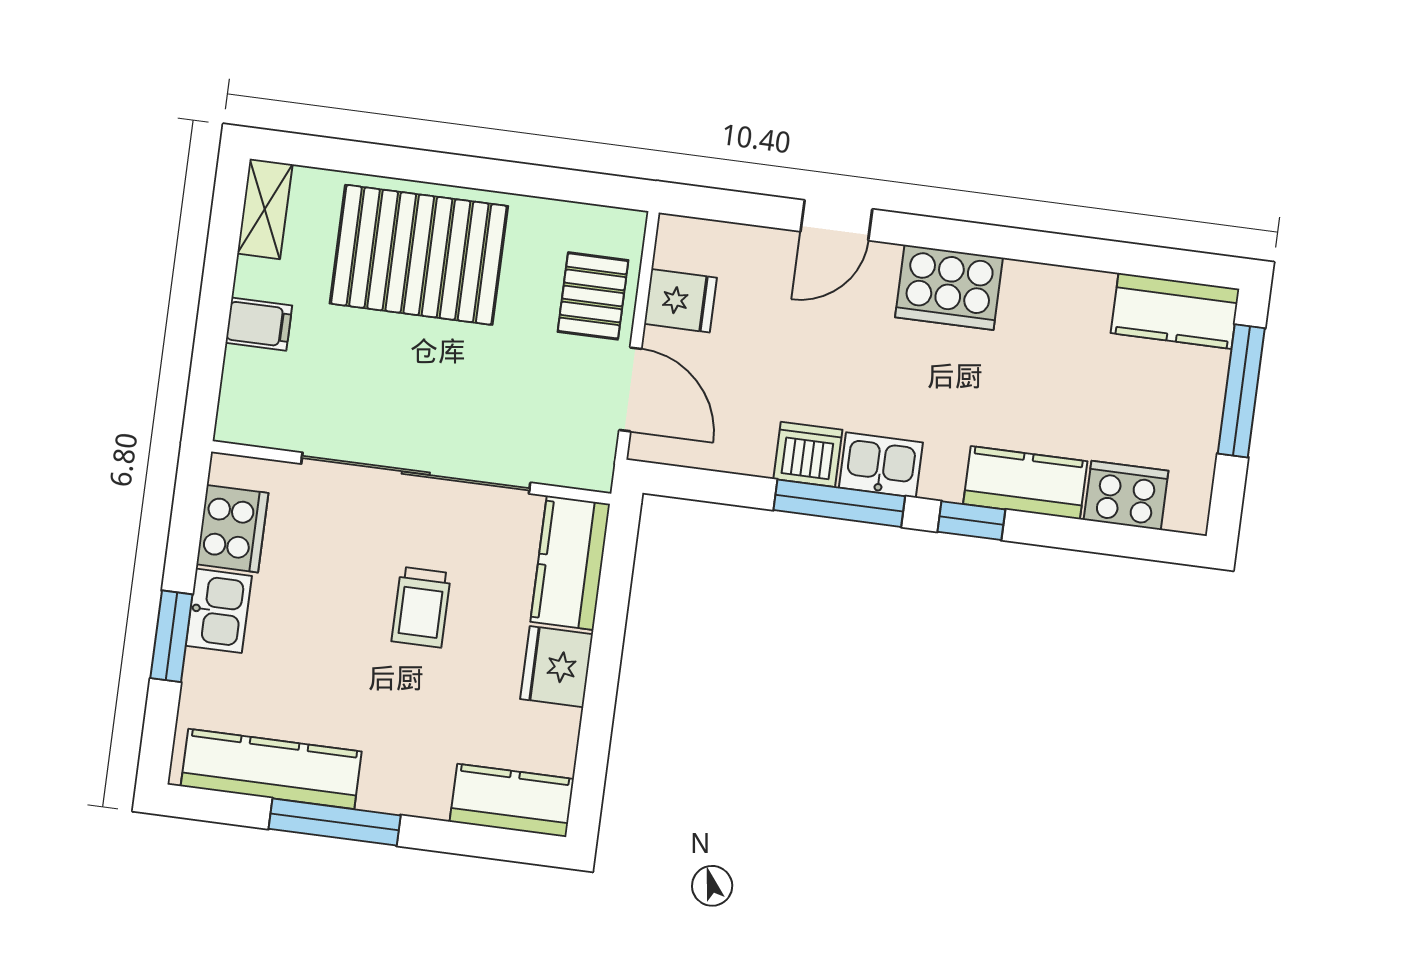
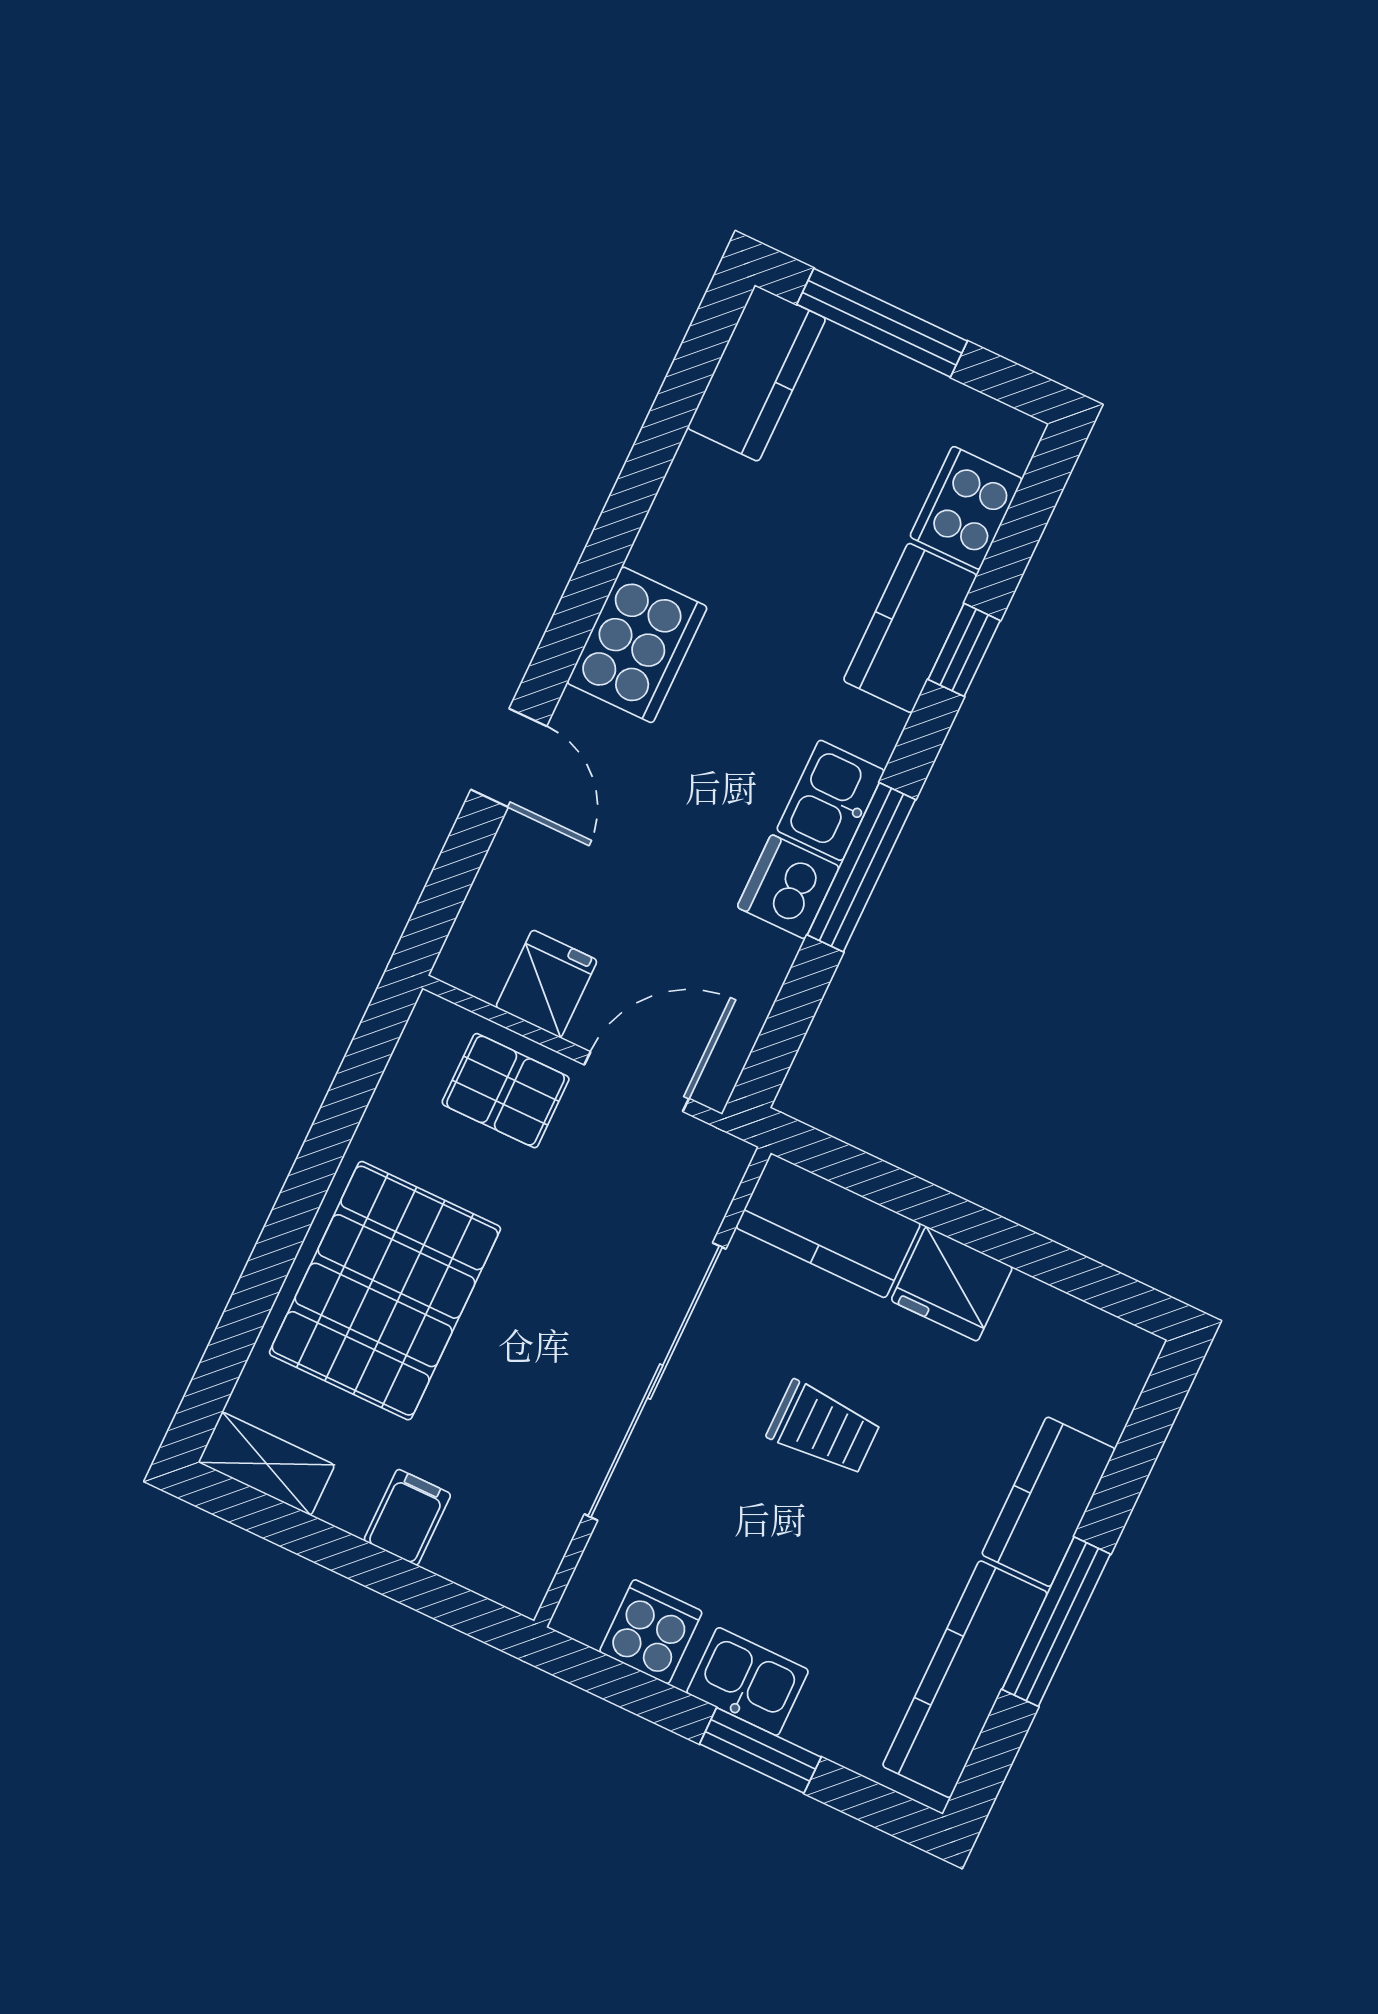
window: (971, 521) -> (964, 650), moved
cooker: (232, 529) -> (651, 1632), width x0.73
kitchen counter: (512, 800) -> (1048, 1502), moved

